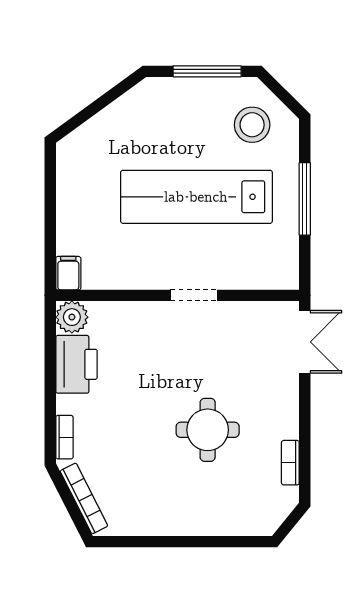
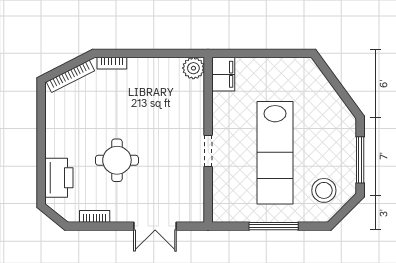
lab bench: (196, 197) -> (275, 153), turned 180
filing cabinet: (68, 273) -> (223, 74), width x2.00
double door: (305, 342) -> (155, 226), moved
printer: (77, 364) -> (59, 178), moved, turned -90

